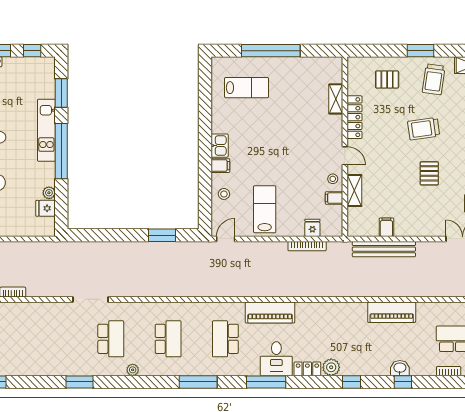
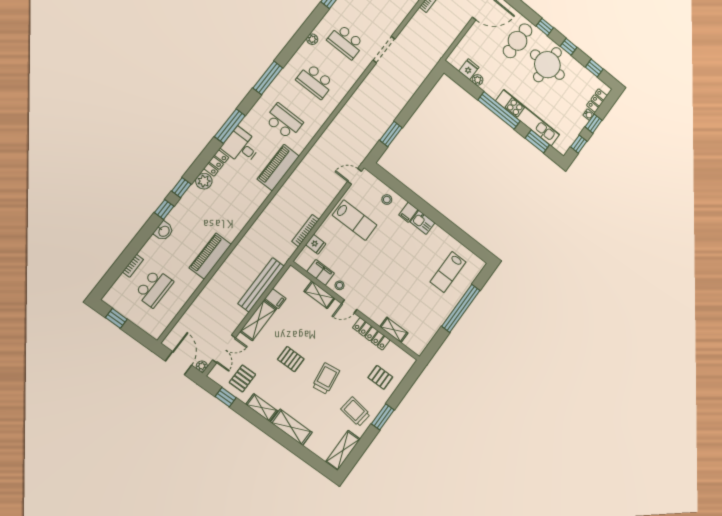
pallet: (387, 79) -> (380, 377), turned 90
kitchen unit: (46, 130) -> (528, 118), width x1.36
filing cabinet: (334, 198) -> (321, 272), width x2.00
shelving: (416, 228) -> (258, 320), added
door: (226, 239) -> (355, 176), swing flipped
window: (403, 382) -> (164, 209), moved

